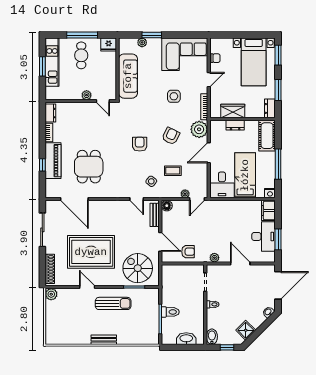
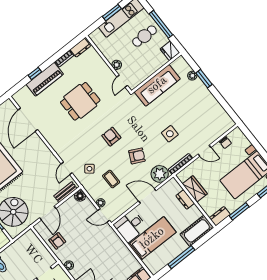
corner sofa: (185, 54) -> (209, 116), removed
armchair: (140, 144) -> (111, 137), turned -90
dining table: (89, 167) -> (80, 101), moved
nightstand: (270, 193) -> (154, 269), removed

